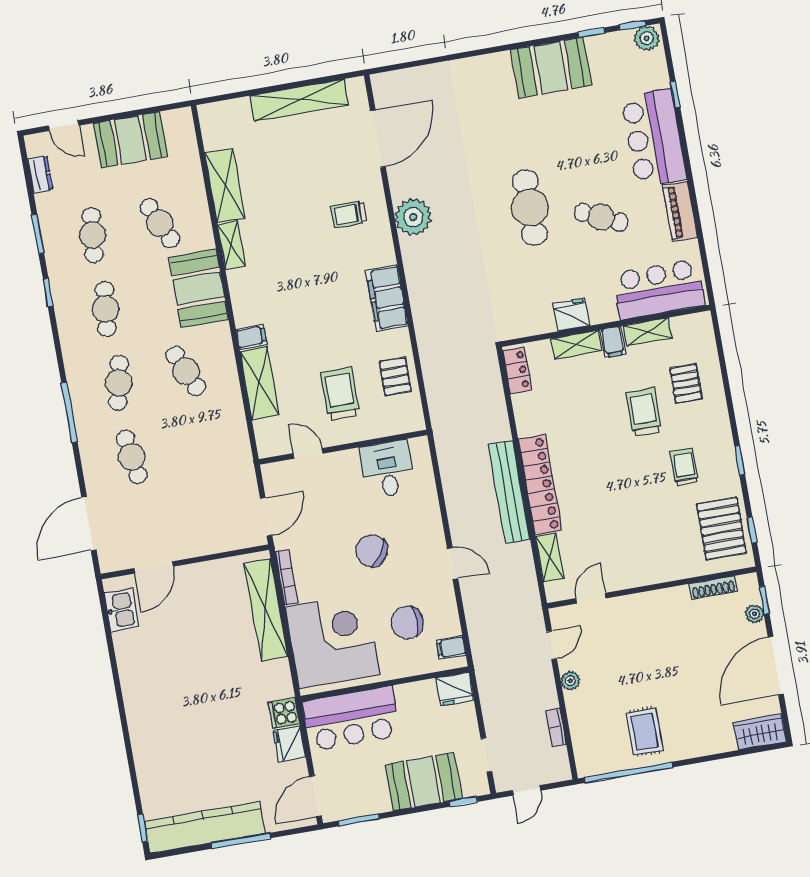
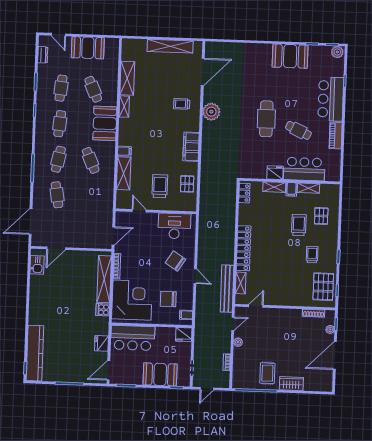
bar counter: (659, 289) -> (304, 169), moved
desk: (387, 469) -> (174, 226), width x1.37
bench: (509, 492) -> (227, 289), moved
chair: (372, 551) -> (176, 261), moved
cooker: (284, 713) -> (103, 310), moved
wardrobe: (760, 732) -> (291, 384), moved
kitchen counter: (205, 828) -> (35, 353), moved, turned 90

